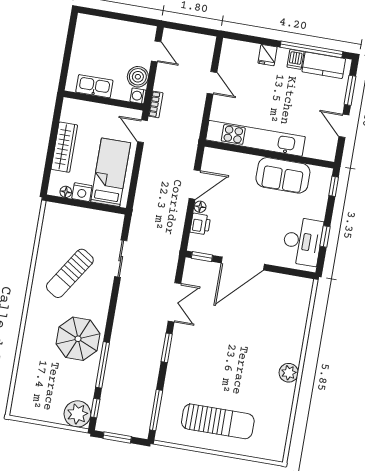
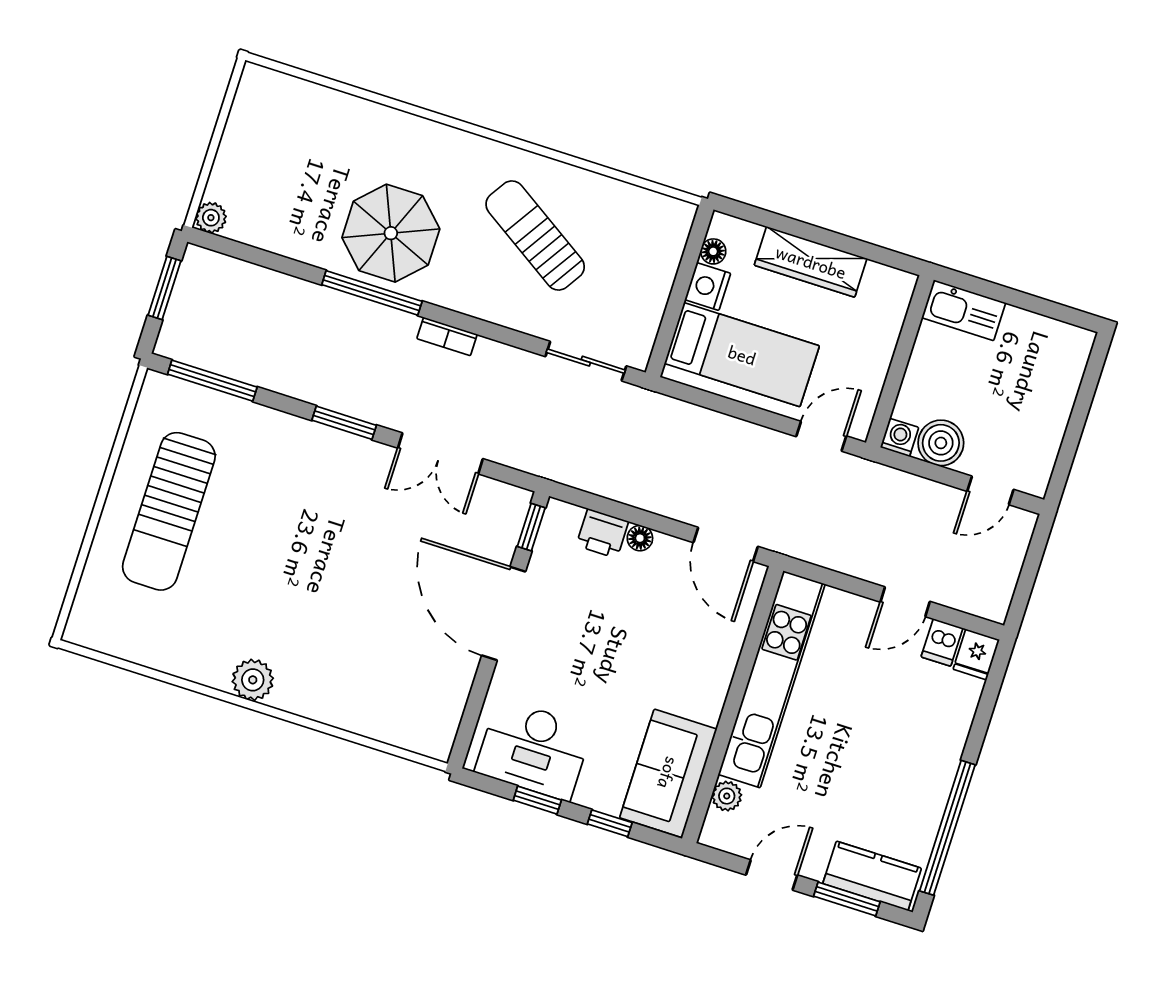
fridge: (268, 55) -> (976, 654), moved, turned -90
dishwasher: (295, 59) -> (942, 642), moved, turned -90
kitchen counter: (324, 65) -> (872, 876), moved, turned 90
kitchen sink: (94, 86) -> (964, 310), moved, turned 90
bookcase: (156, 104) -> (447, 336), moved
plant: (311, 151) -> (727, 796), added
sofa: (283, 175) -> (668, 773), moved
door: (195, 185) -> (726, 544), moved
window: (334, 186) -> (610, 823), moved
sliding door: (121, 259) -> (586, 361), moved
window: (103, 365) -> (372, 293), moved
window: (95, 408) -> (235, 249), removed
plant: (77, 414) -> (211, 218), width x0.53, depth x0.53

